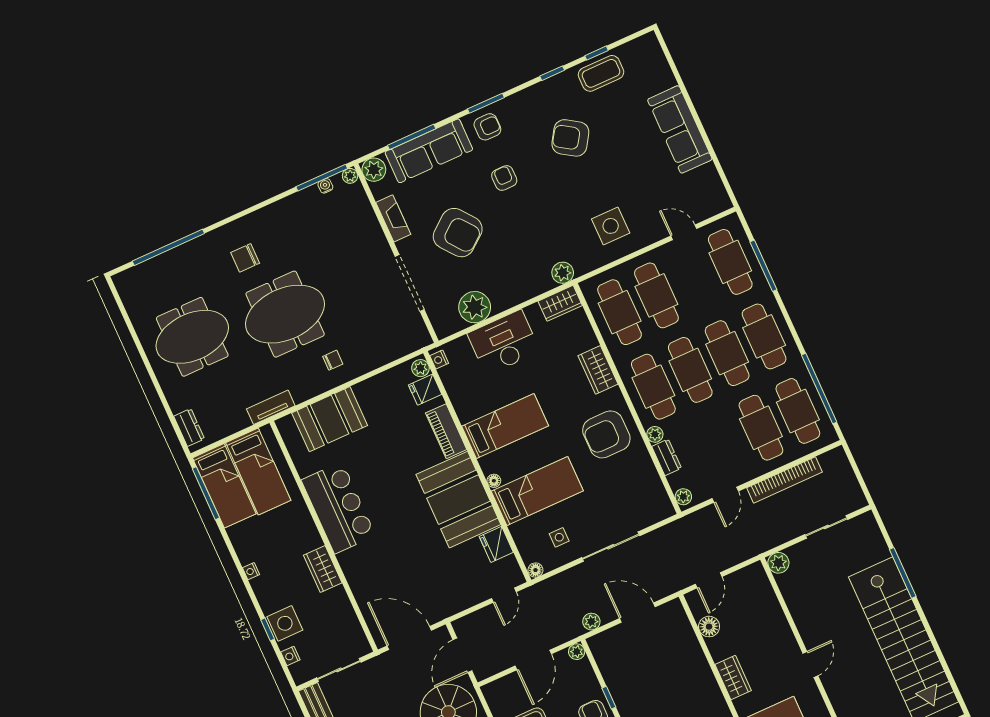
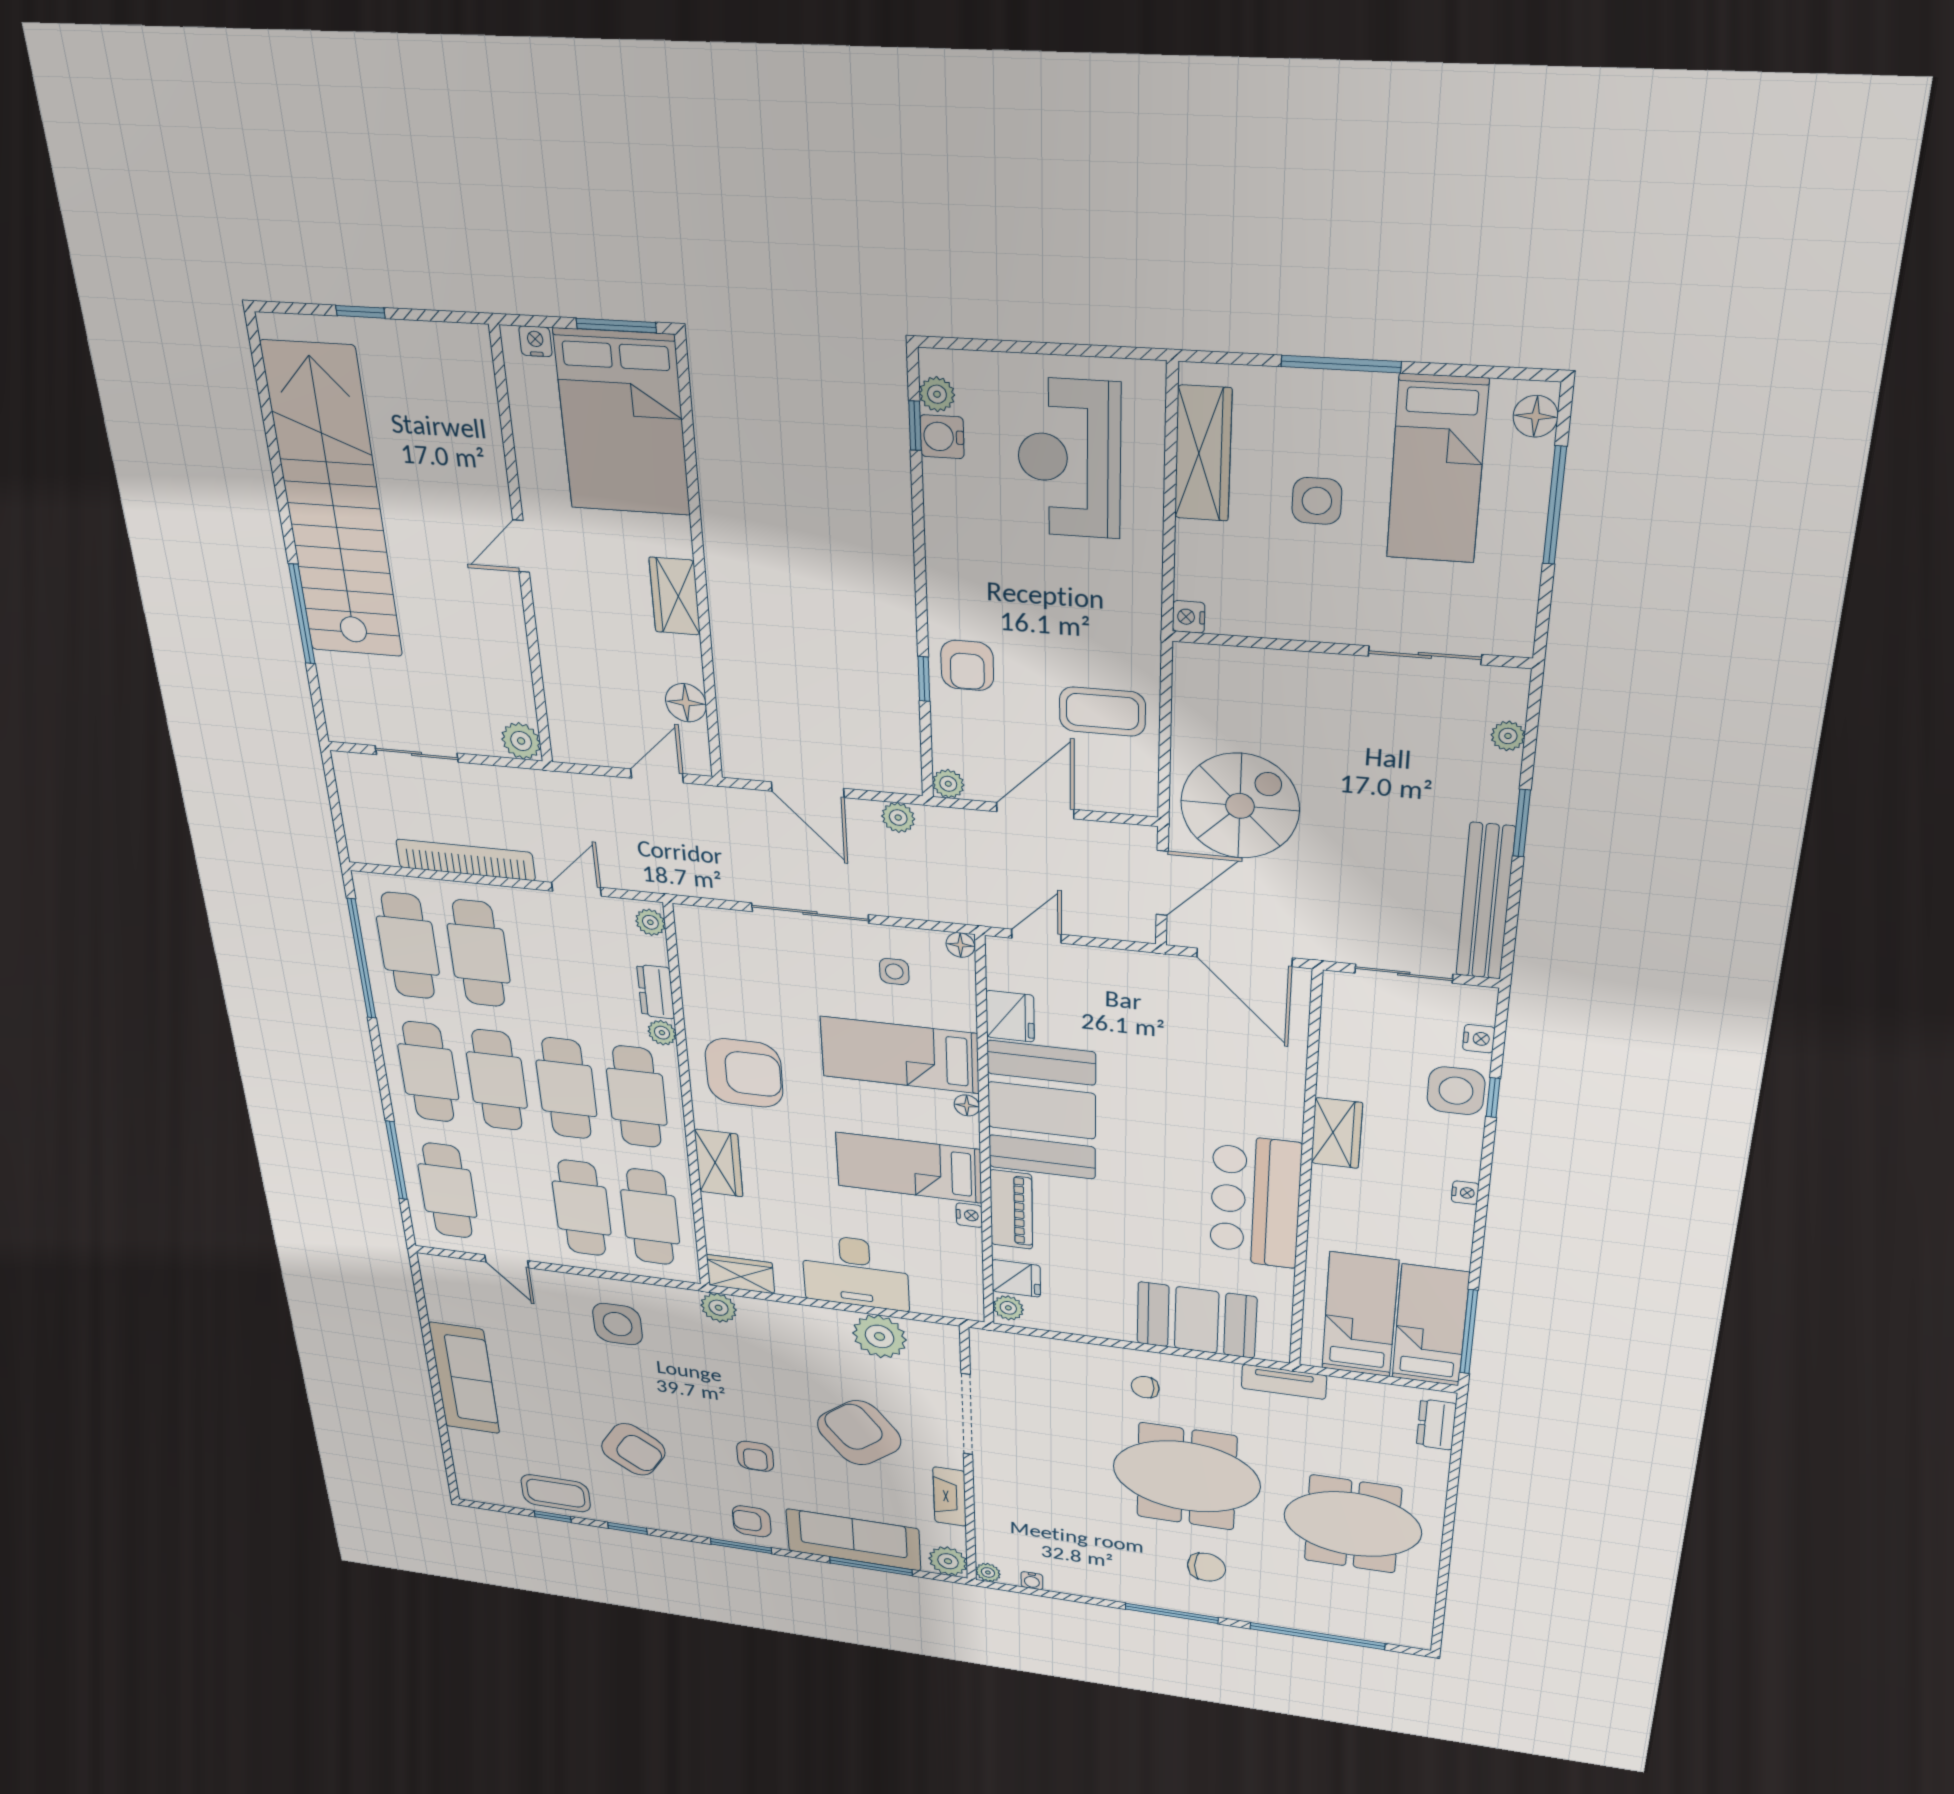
window: (322, 178) -> (1172, 1613), moved
nightstand: (439, 360) -> (969, 1215), moved

